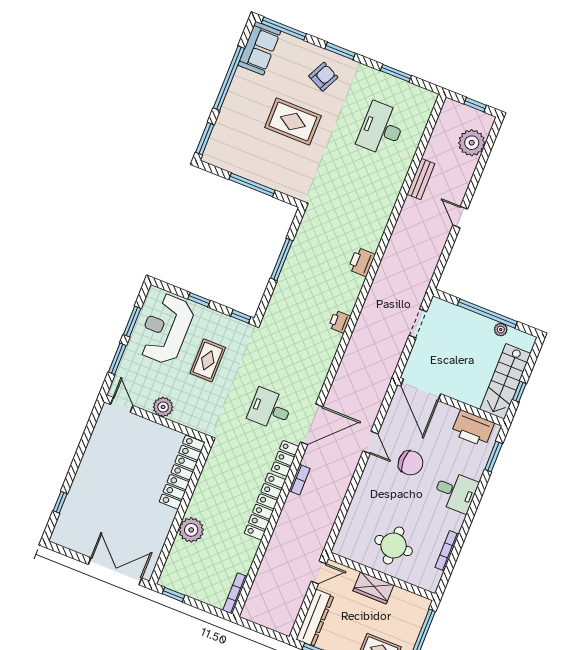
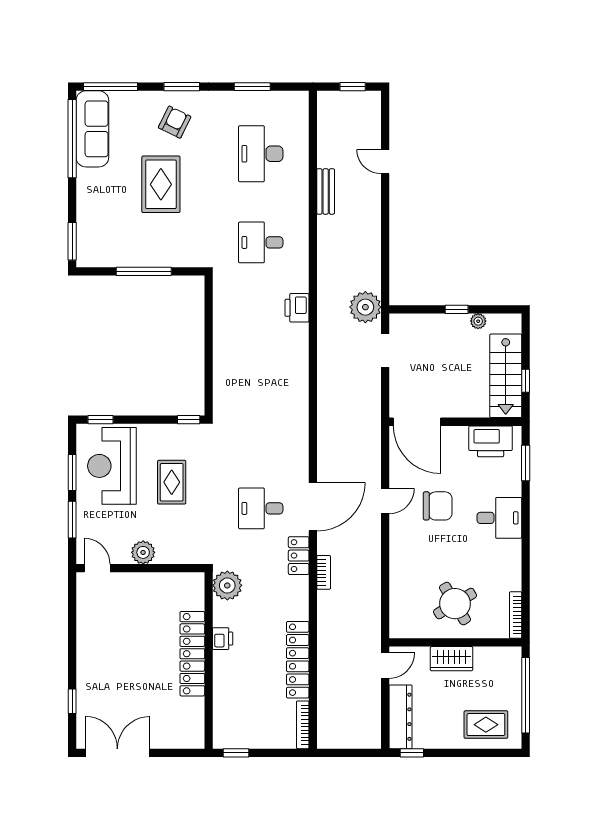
sofa: (259, 48) -> (92, 129), width x1.36
window: (229, 78) -> (72, 139), moved
rug: (293, 122) -> (161, 184), turned 90
plant: (472, 143) -> (365, 307), moved
desk: (354, 199) -> (261, 242), added
door: (460, 217) -> (385, 162), moved
window: (282, 259) -> (209, 340), removed
window: (199, 300) -> (101, 420), moved
window: (487, 313) -> (457, 309), width x0.32
printer: (340, 322) -> (223, 639), moved, turned 180
door: (371, 442) -> (385, 501), hinge flipped
locker: (182, 472) -> (192, 654), moved
locker: (265, 506) -> (298, 660), moved
plant: (191, 530) -> (227, 585), moved
round table: (394, 546) -> (455, 604), turned -31
bookcase: (447, 551) -> (516, 615), moved
double door: (115, 571) -> (117, 753), moved

